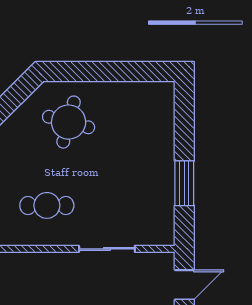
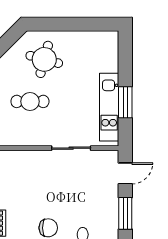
kitchen unit: (161, 190) -> (109, 107), added
cafe table: (47, 205) -> (30, 101), moved

